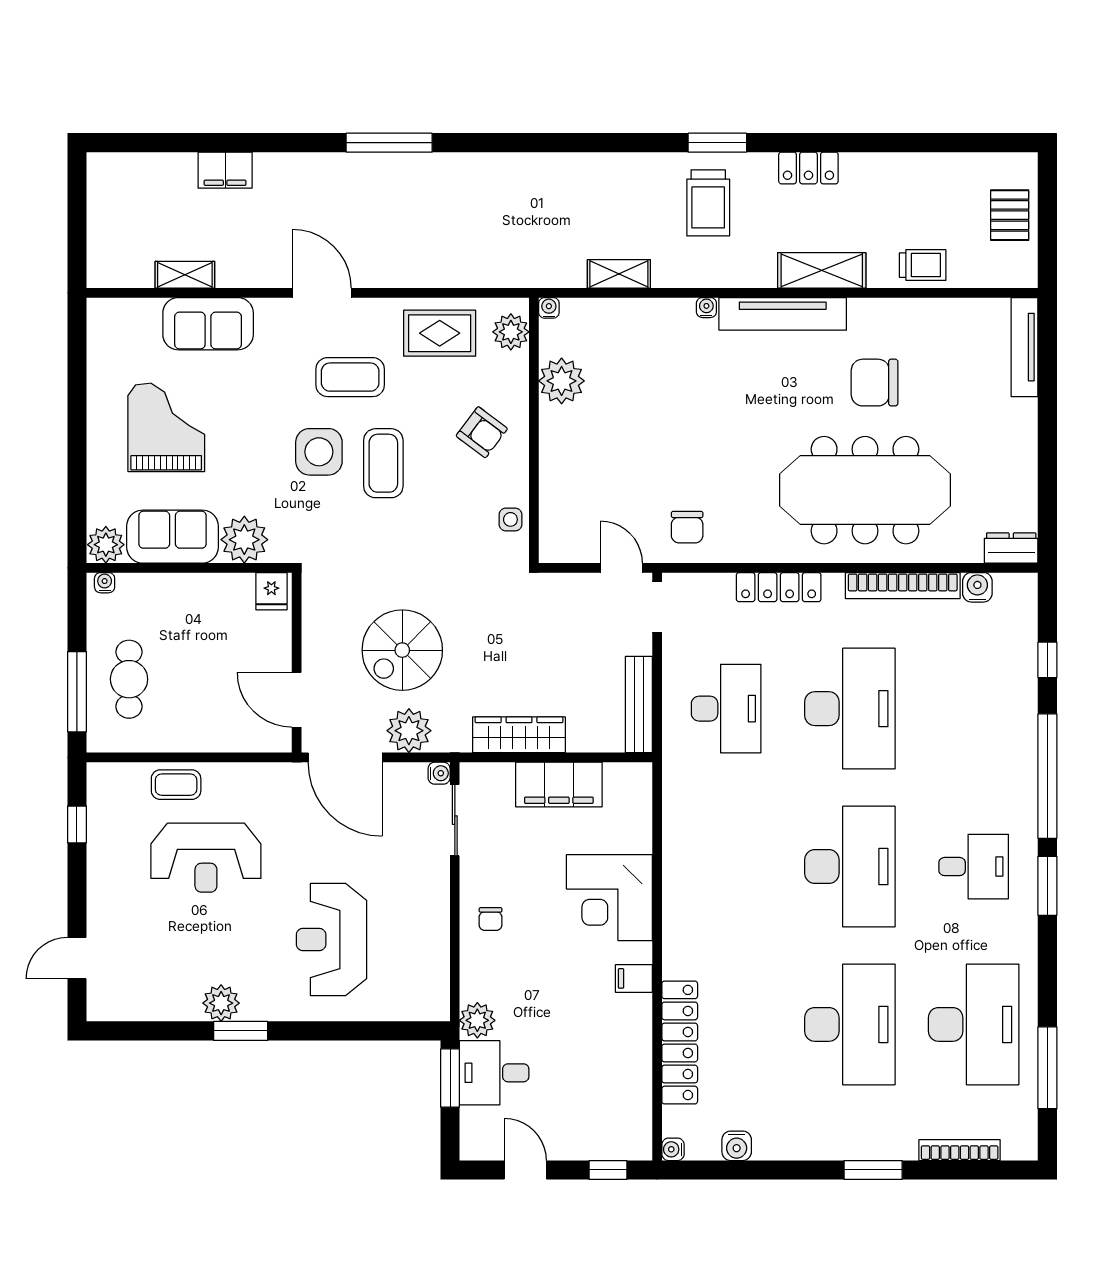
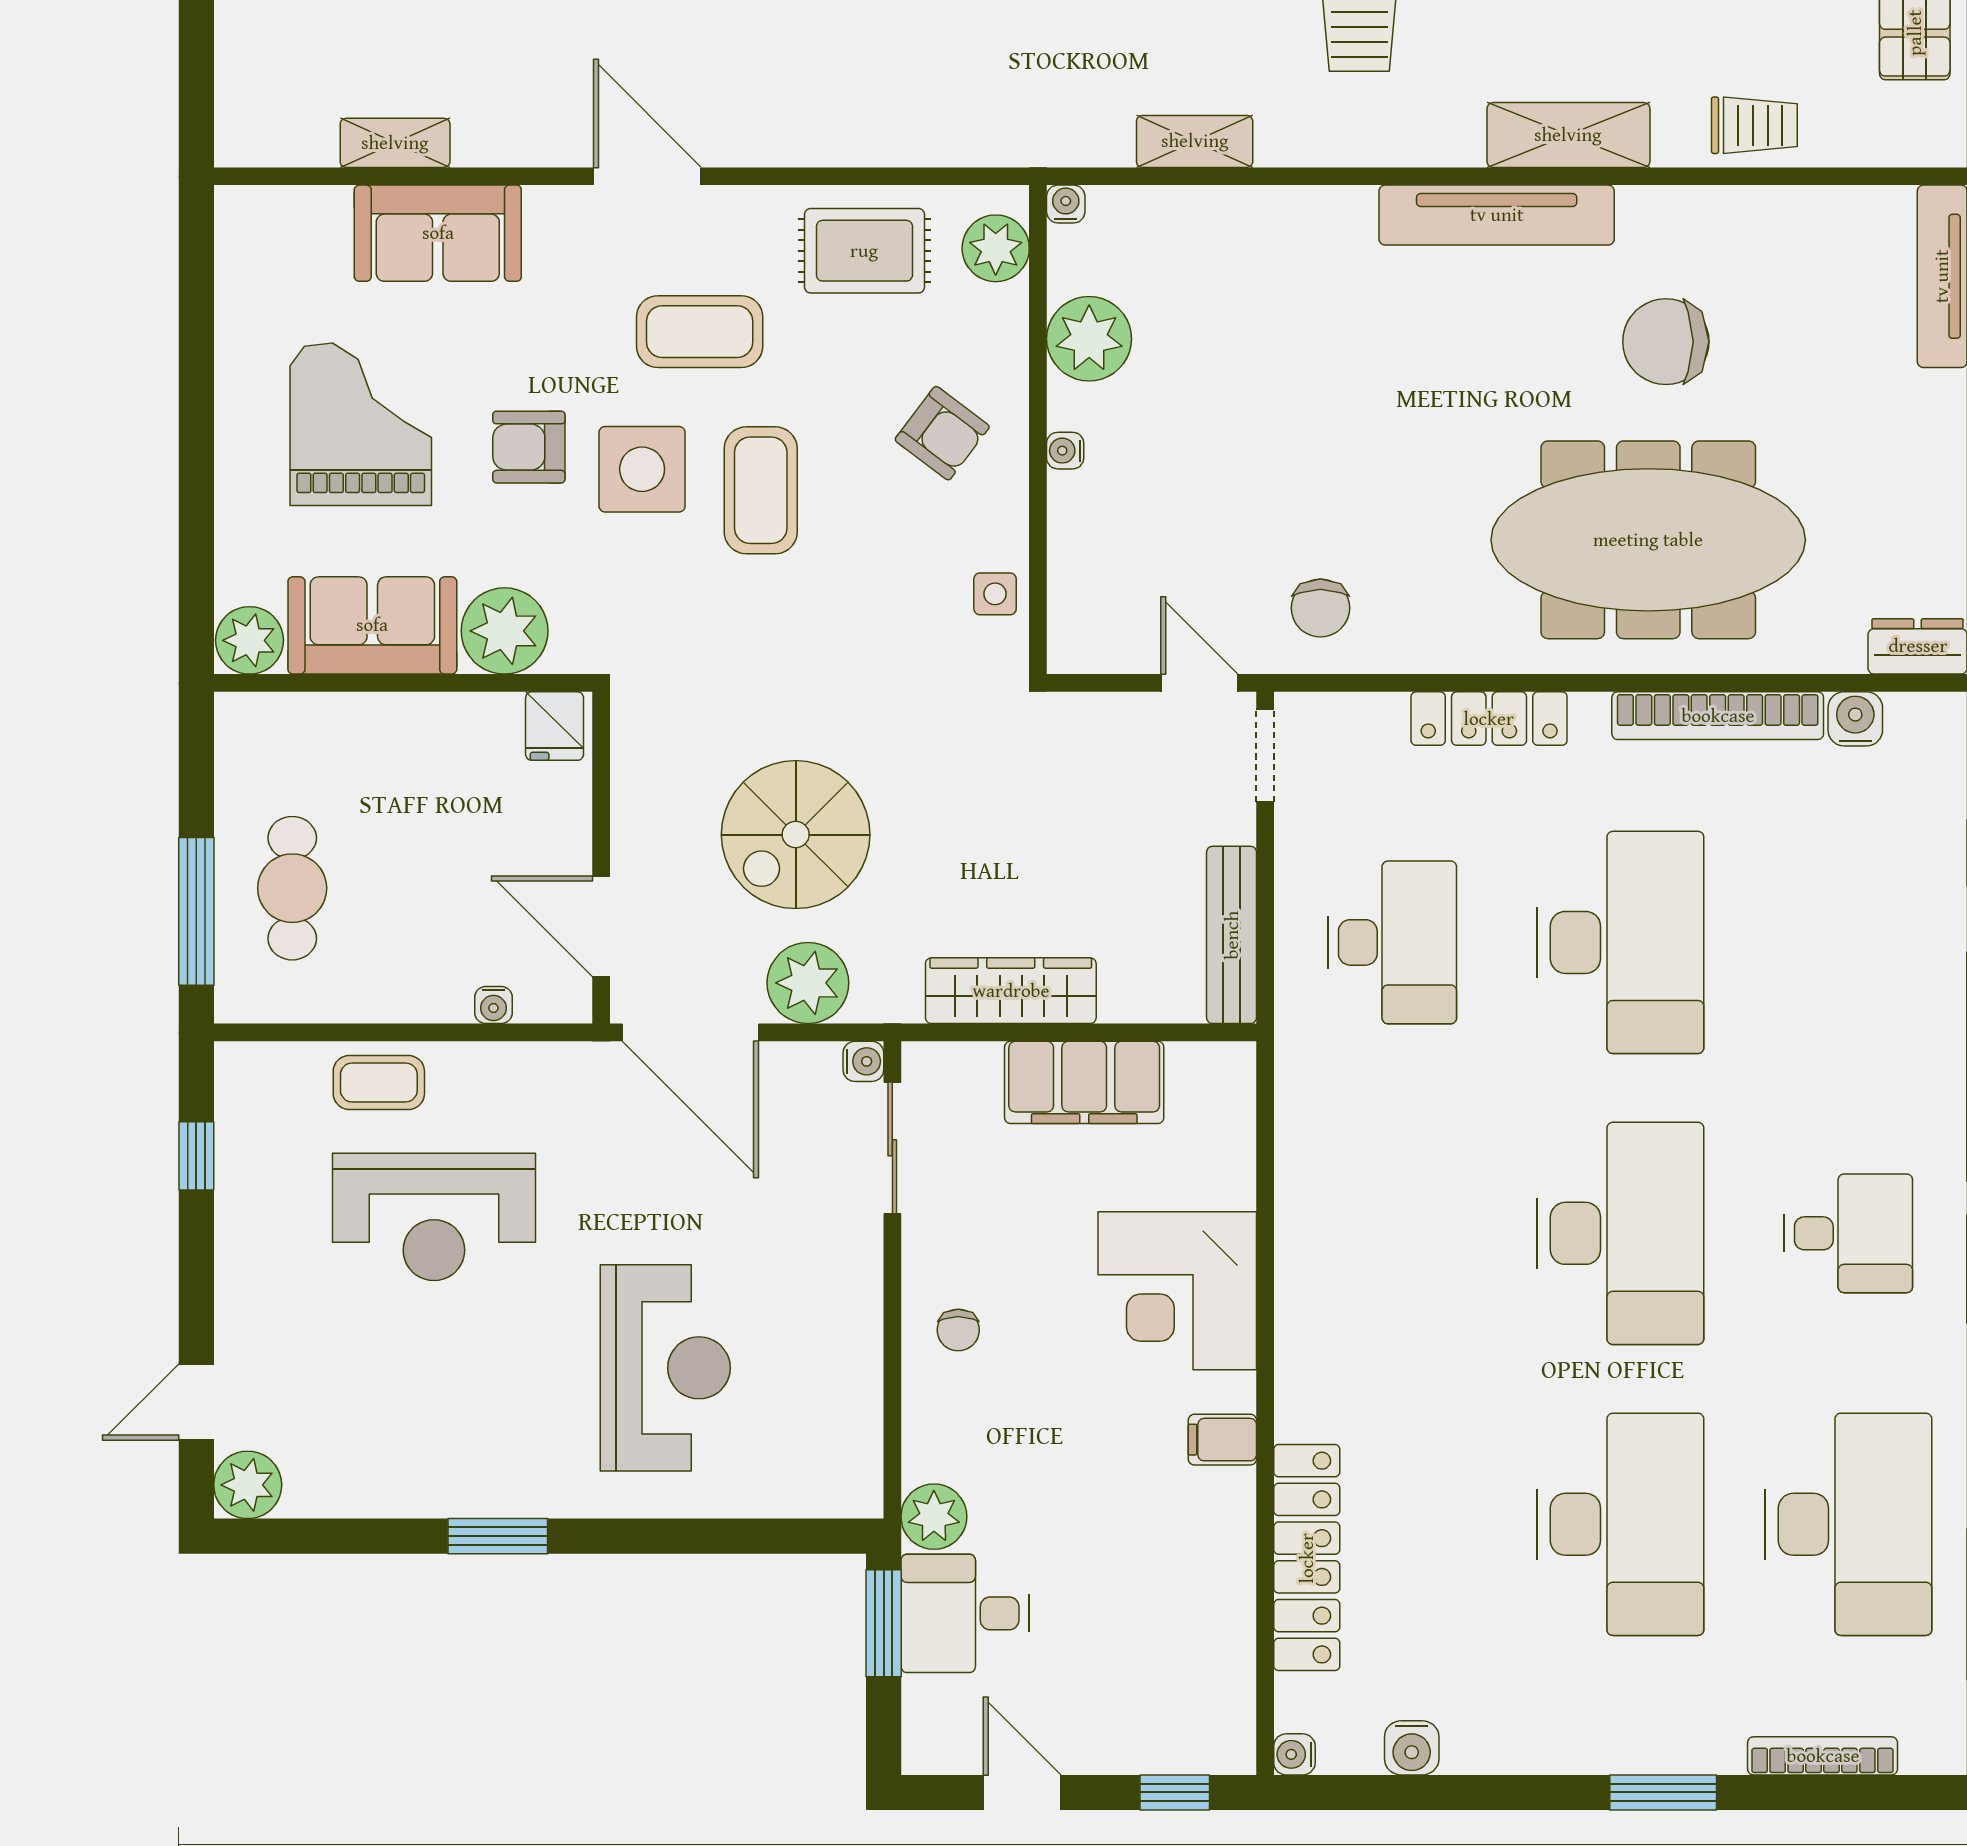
water cooler: (706, 308) -> (1065, 451), moved, turned -90
armchair: (257, 440) -> (529, 447), added
water cooler: (105, 583) -> (493, 1005), moved, turned 180
reception desk: (331, 940) -> (665, 1368), turned 180
plant: (221, 1003) -> (248, 1485), moved

